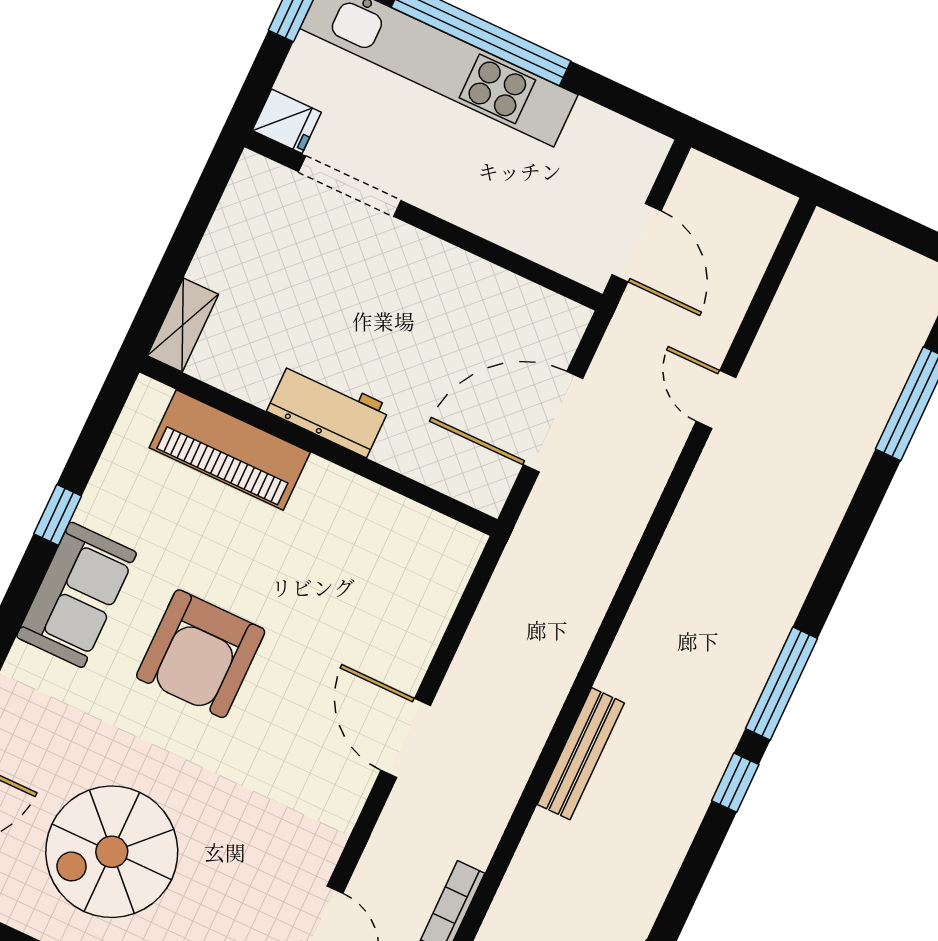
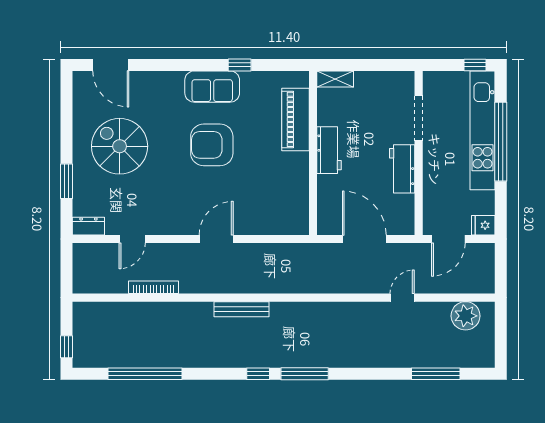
fridge: (287, 121) -> (483, 225), moved, turned 90
workbench: (441, 272) -> (402, 169), added
plant: (818, 282) -> (466, 316), added

